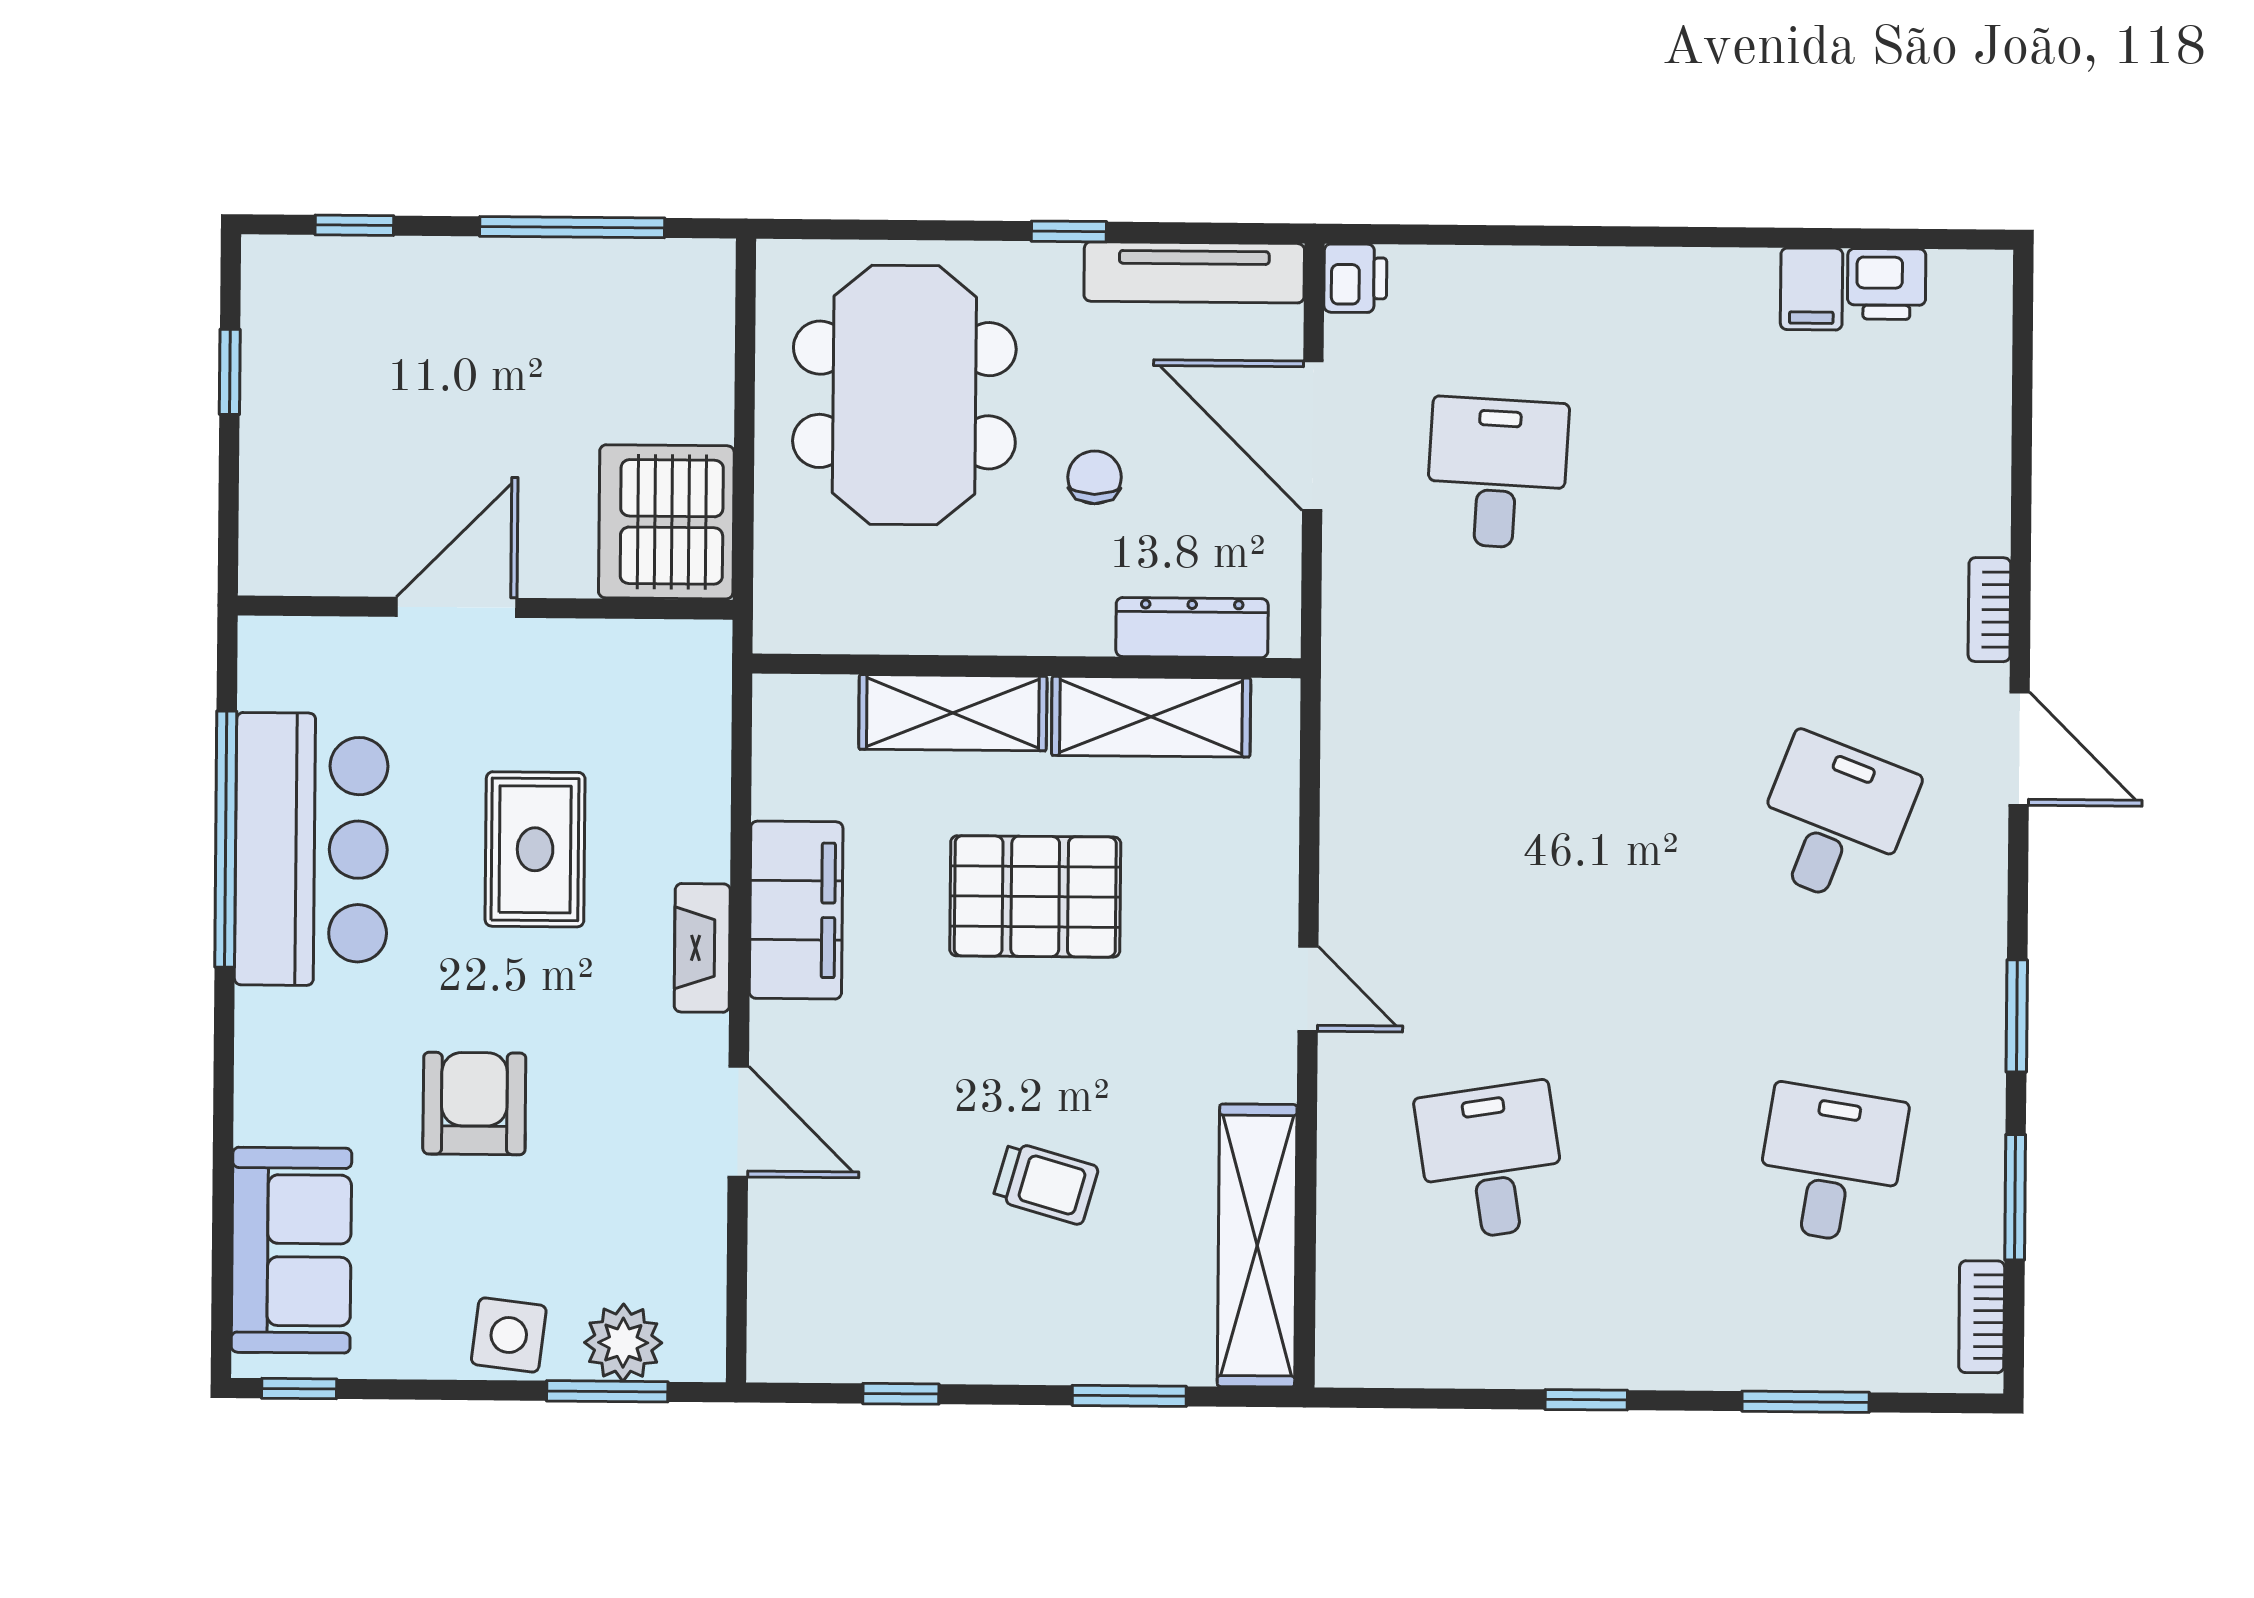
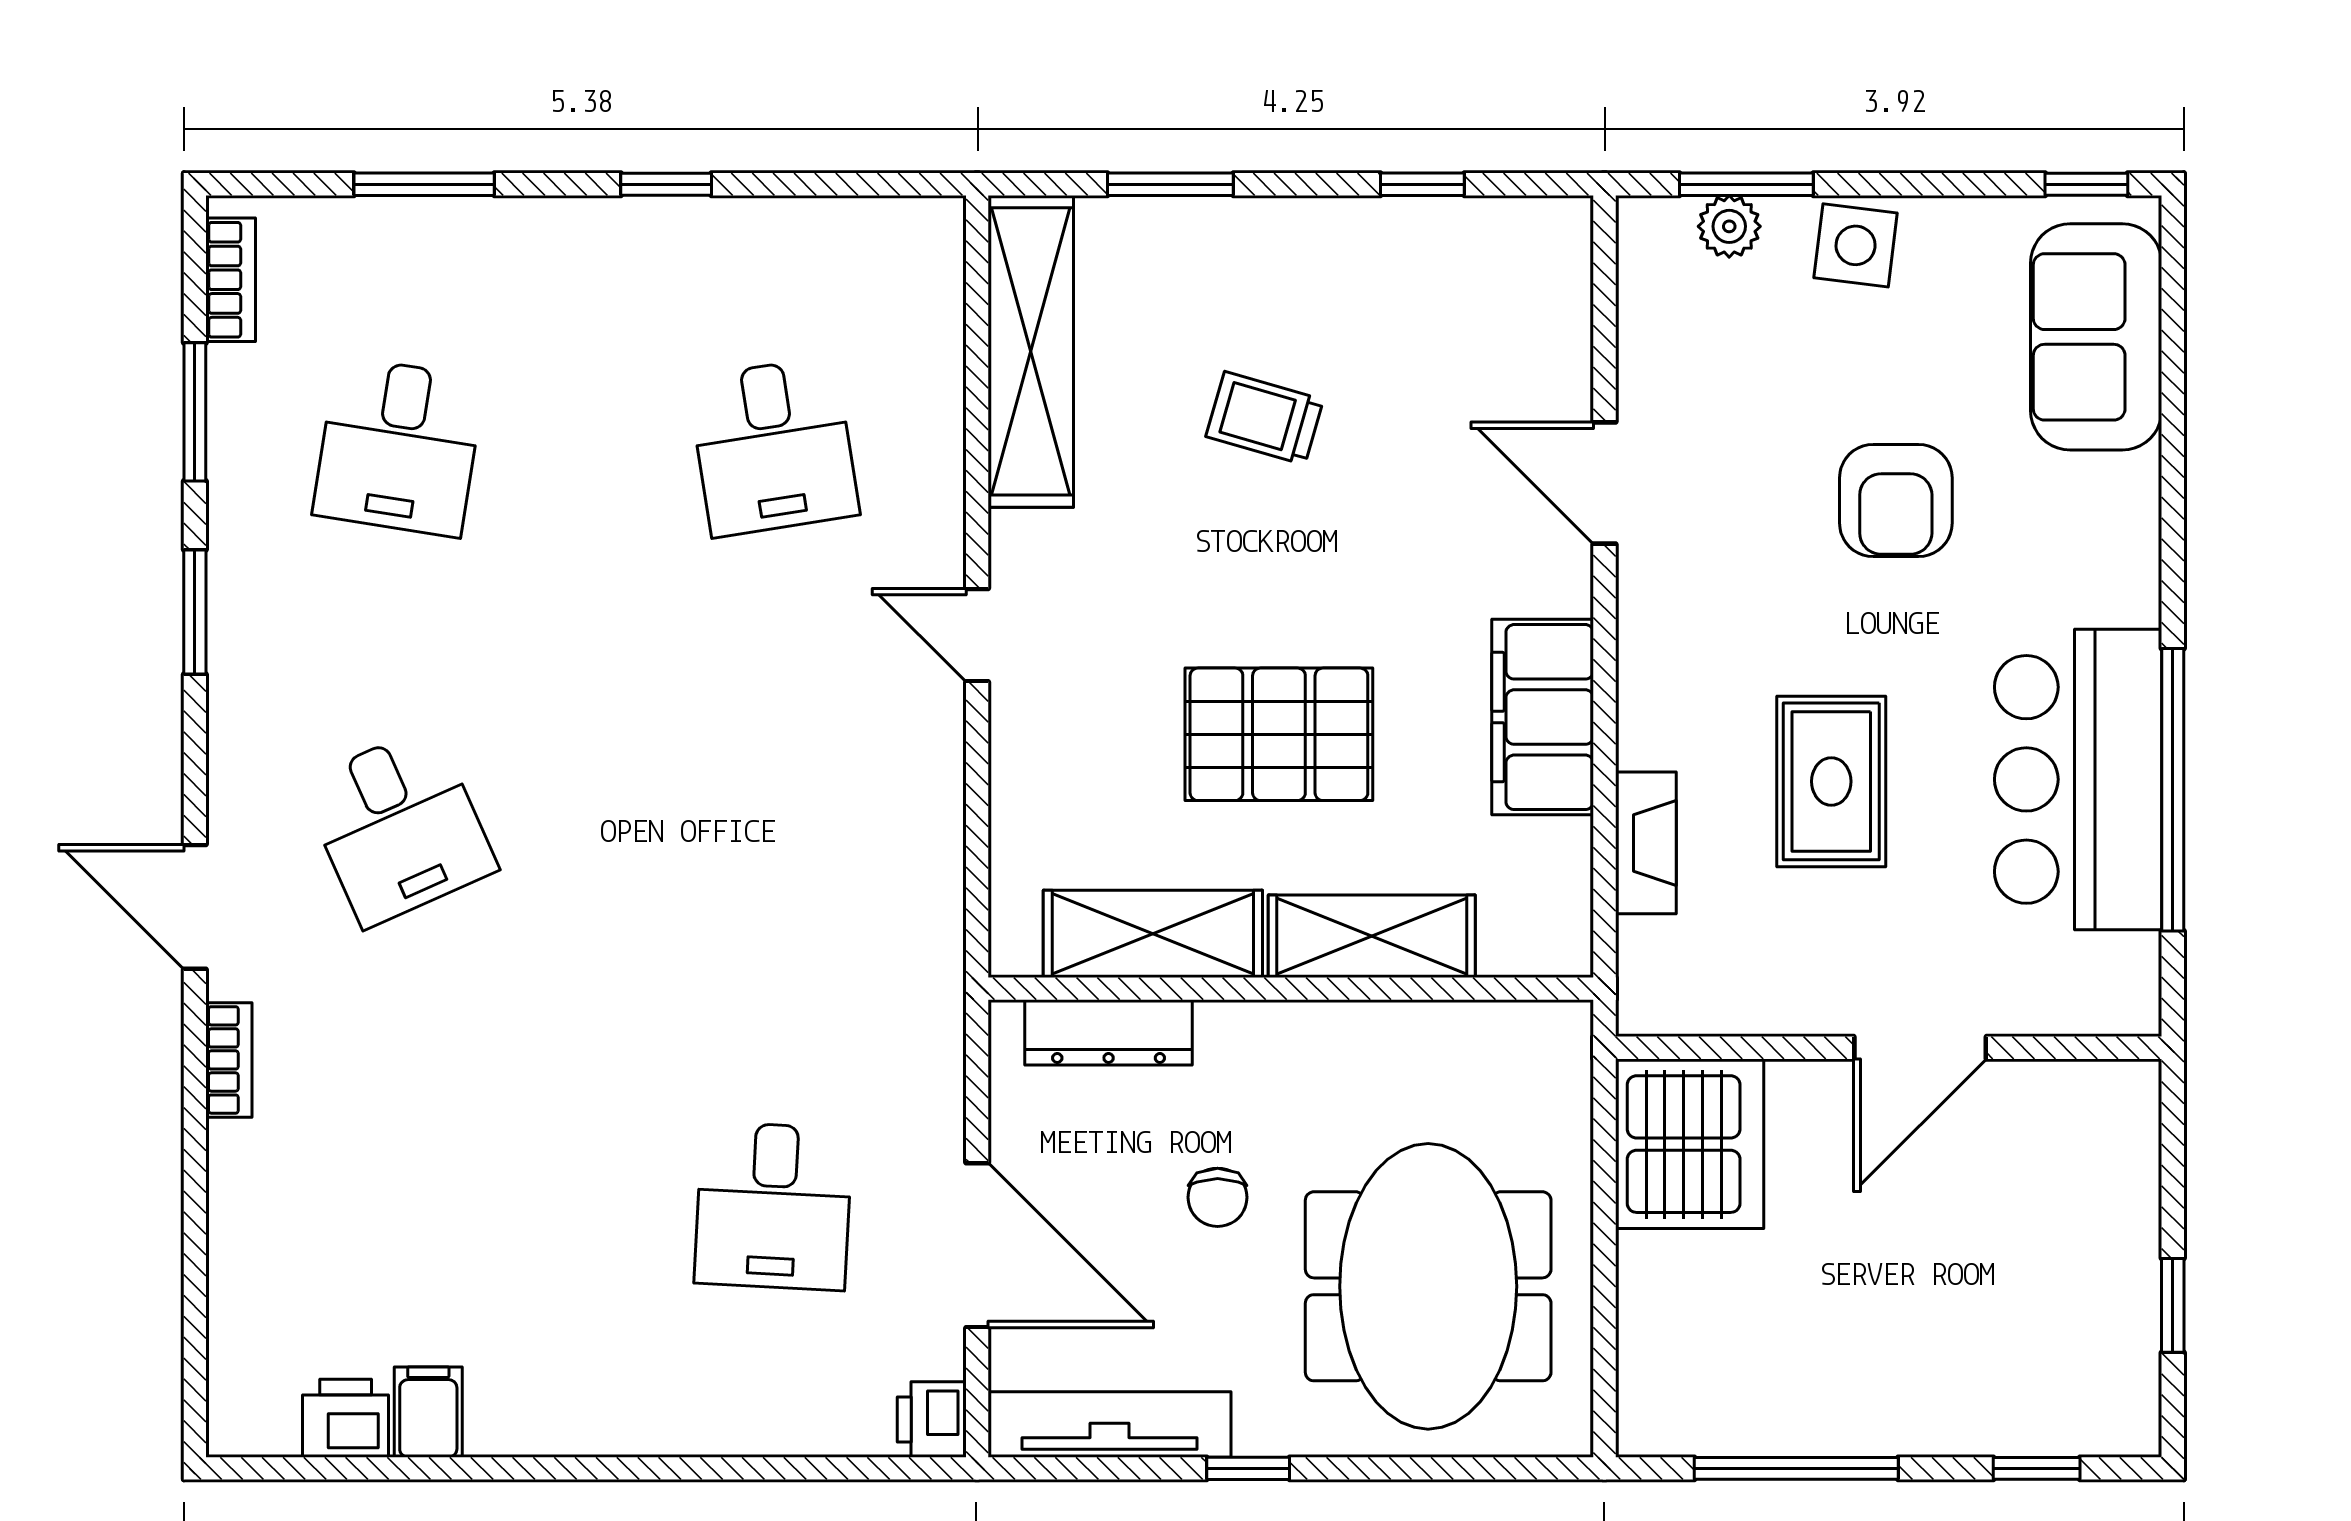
desk: (1834, 820) -> (399, 826), turned -45
fireplace: (702, 948) -> (1646, 843), moved
plant: (623, 1343) -> (1729, 226), width x0.73, depth x0.73

